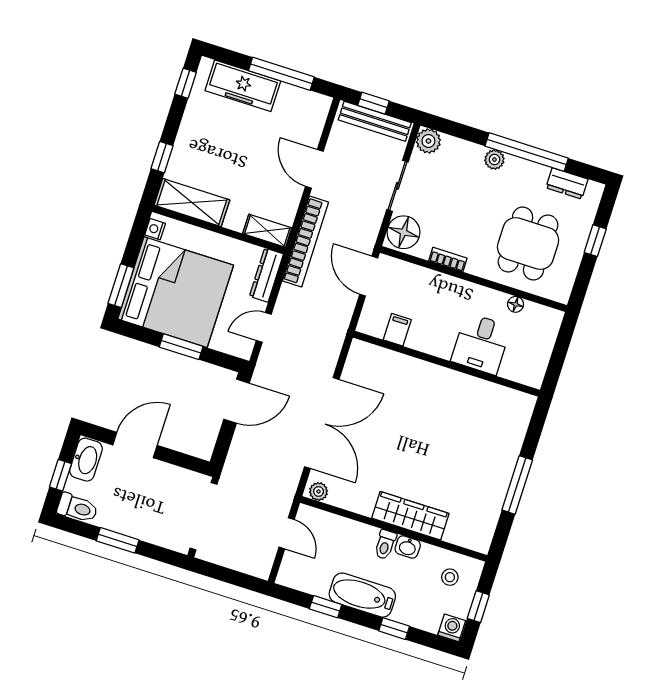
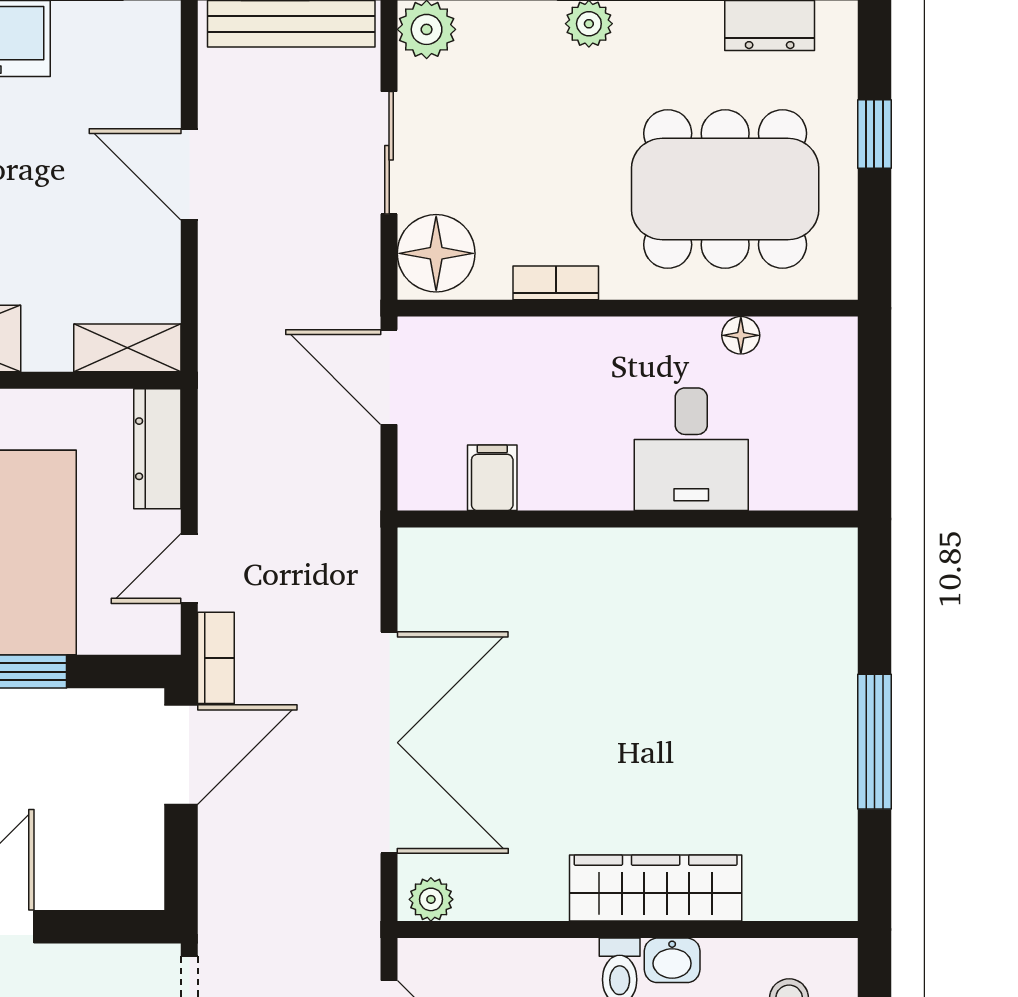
bookcase: (305, 241) -> (216, 658), moved, width x0.43, depth x0.76
dining table: (528, 243) -> (725, 189), width x1.38

